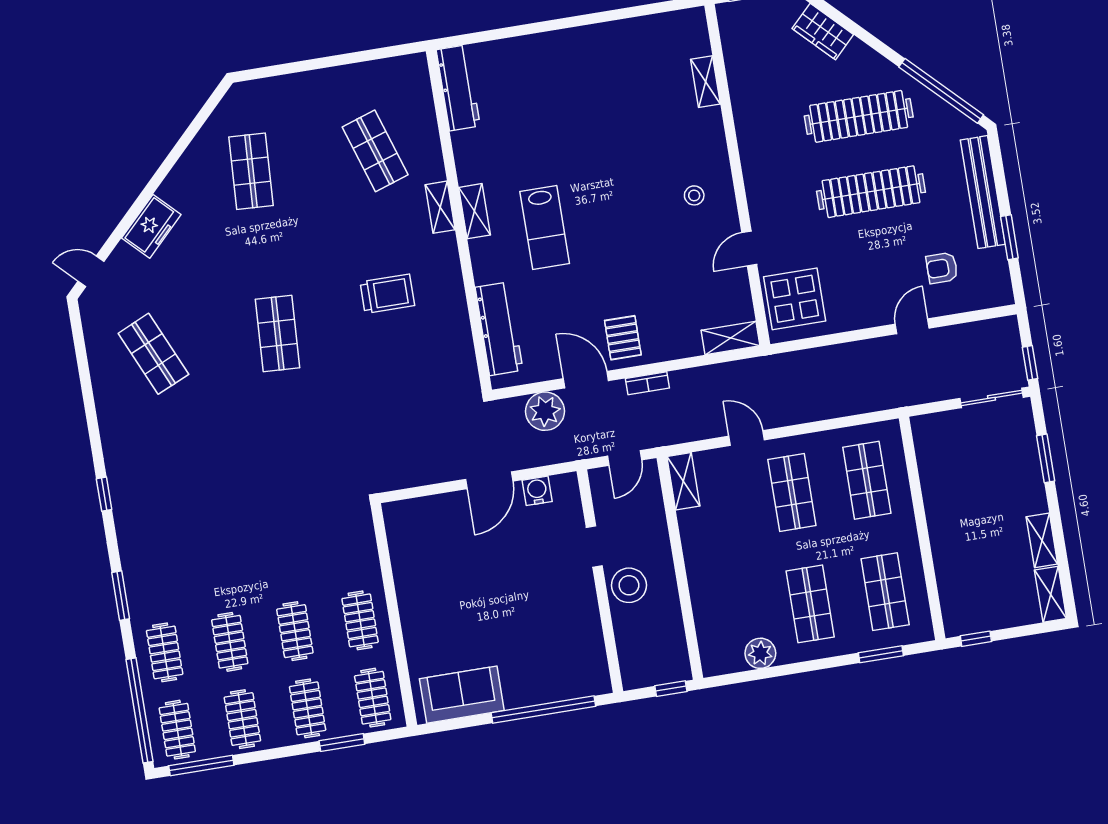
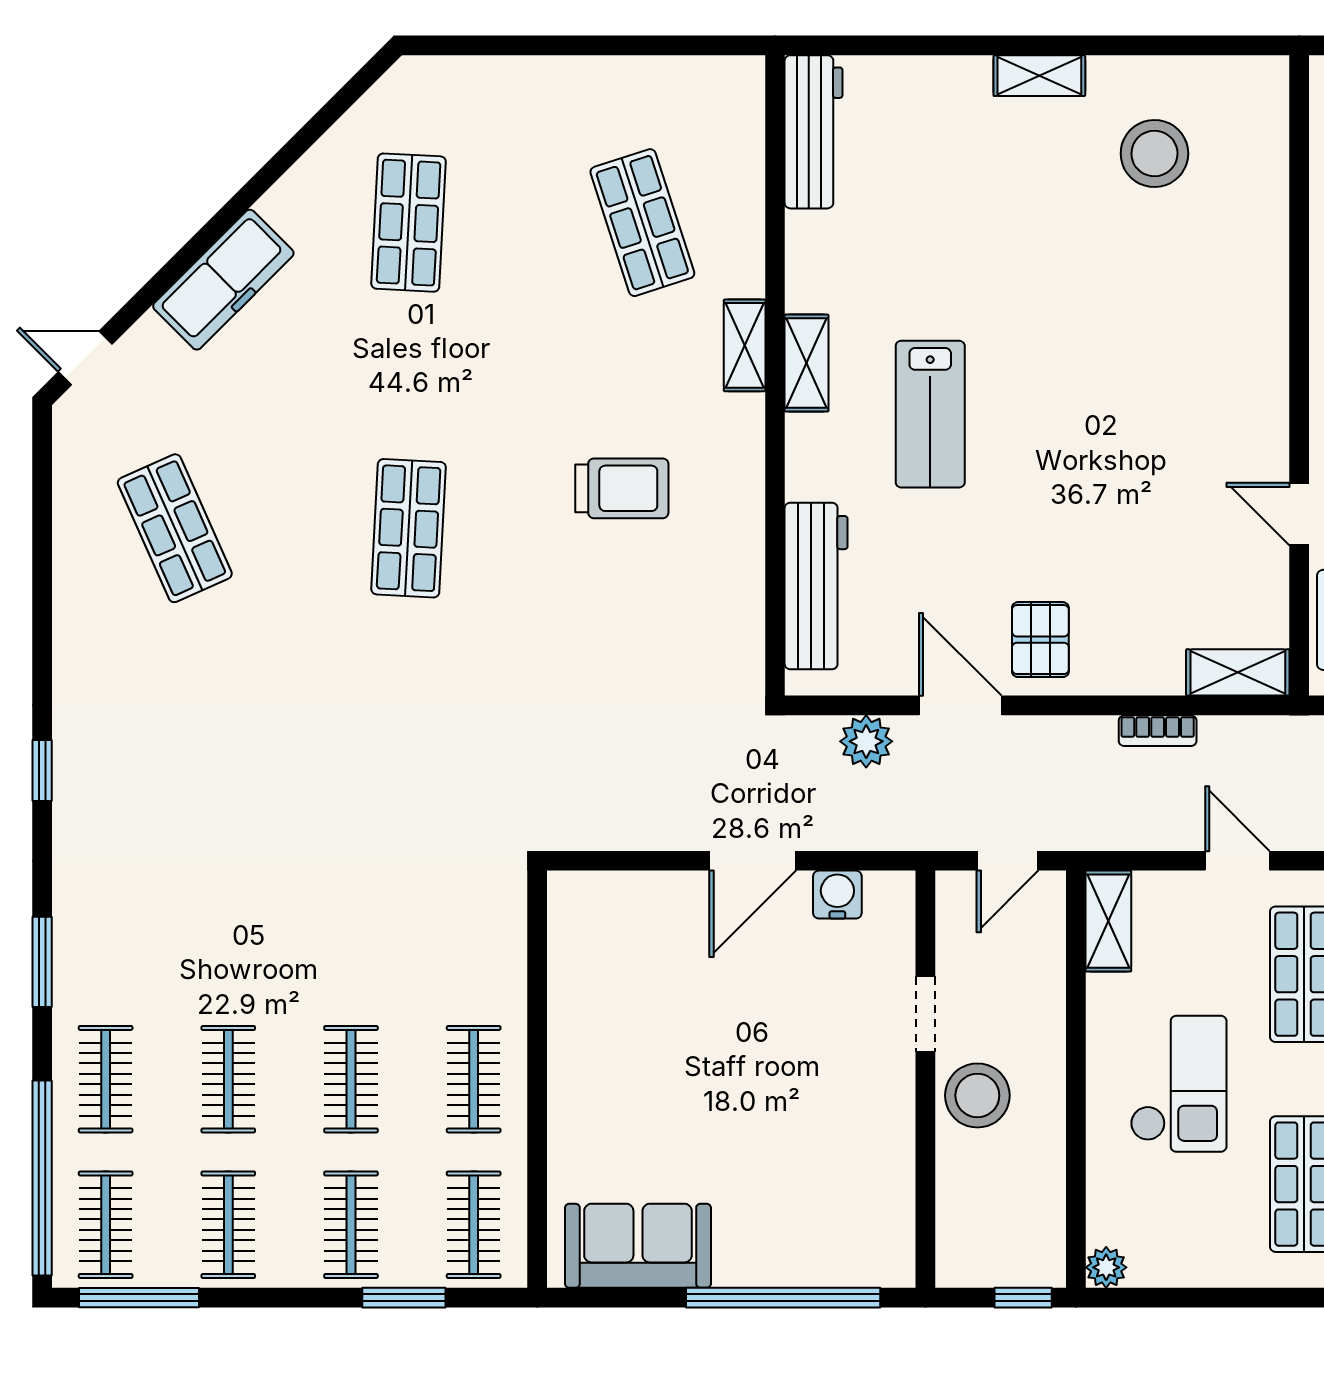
shelving: (705, 82) -> (1039, 76), moved, turned 90
stool: (694, 195) -> (1154, 154), moved, width x1.89, depth x1.89
freezer: (151, 226) -> (223, 280), width x1.40
door: (749, 249) -> (1299, 514), hinge flipped
bookcase: (647, 383) -> (1158, 731), moved
plant: (545, 411) -> (866, 741), width x0.73, depth x0.73
checkout: (735, 562) -> (1178, 1084), added
plant: (760, 653) -> (1106, 1267), moved, width x0.73, depth x0.73

